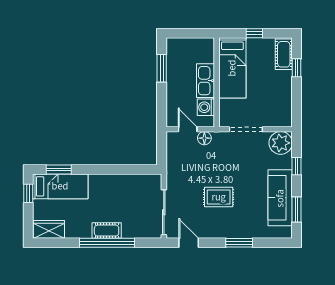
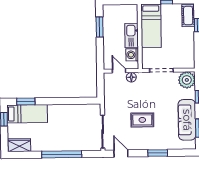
cot: (107, 231) -> (61, 145), removed

